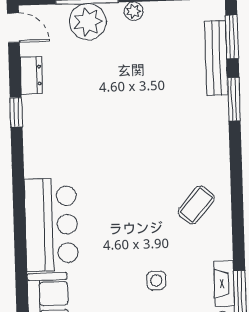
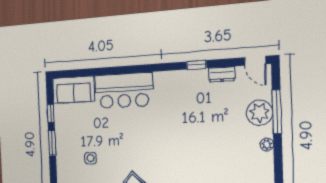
door: (13, 28) -> (255, 61), hinge flipped

